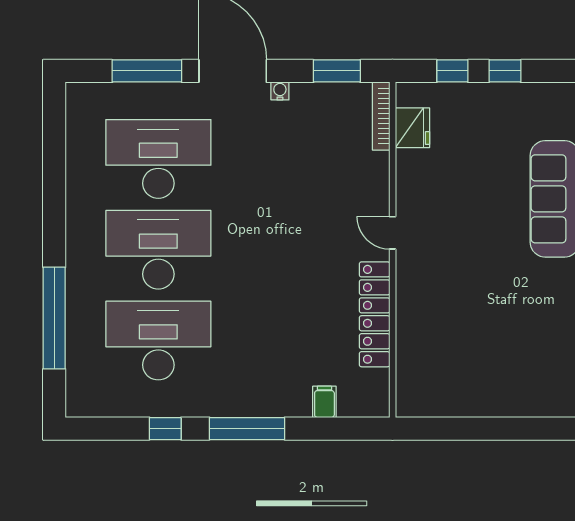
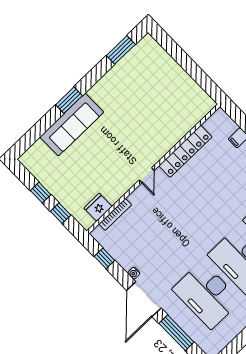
window: (337, 71) -> (104, 258), width x0.67
bookcase: (381, 116) -> (115, 214), moved

